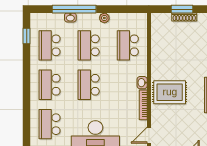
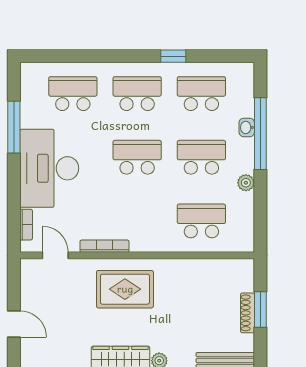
window: (27, 36) -> (173, 56), moved
washbasin: (142, 83) -> (141, 244), removed
rug: (170, 92) -> (125, 289), turned 90

